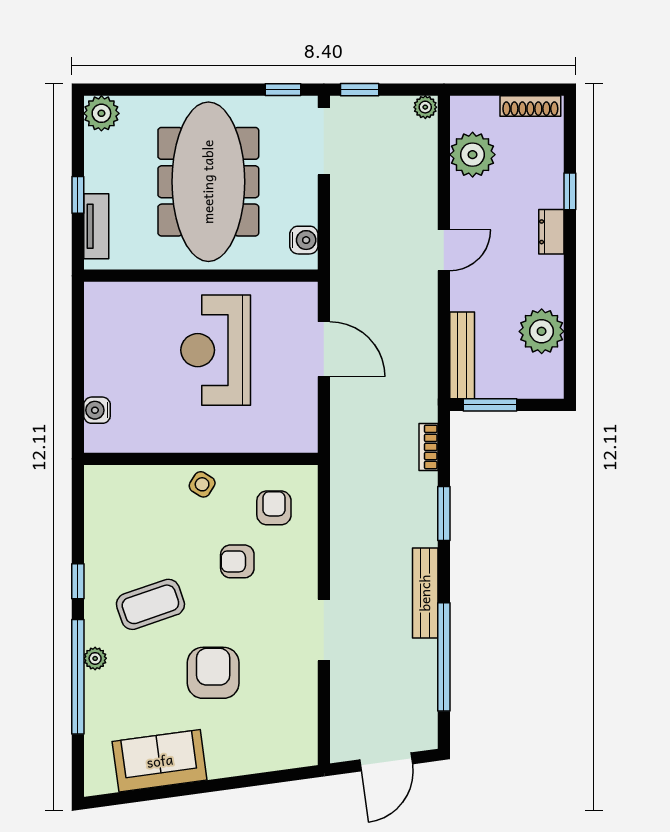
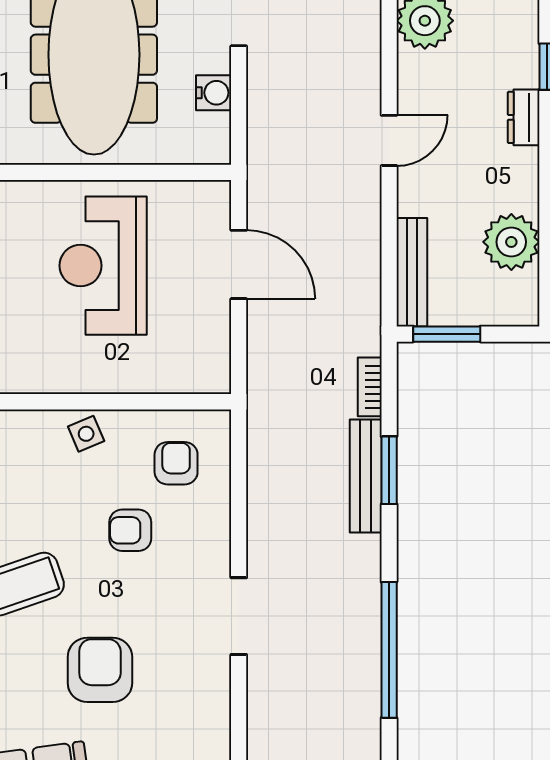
water cooler: (304, 240) -> (214, 93), moved
side table: (202, 484) -> (86, 434), turned 35
bench: (425, 593) -> (366, 476), moved

